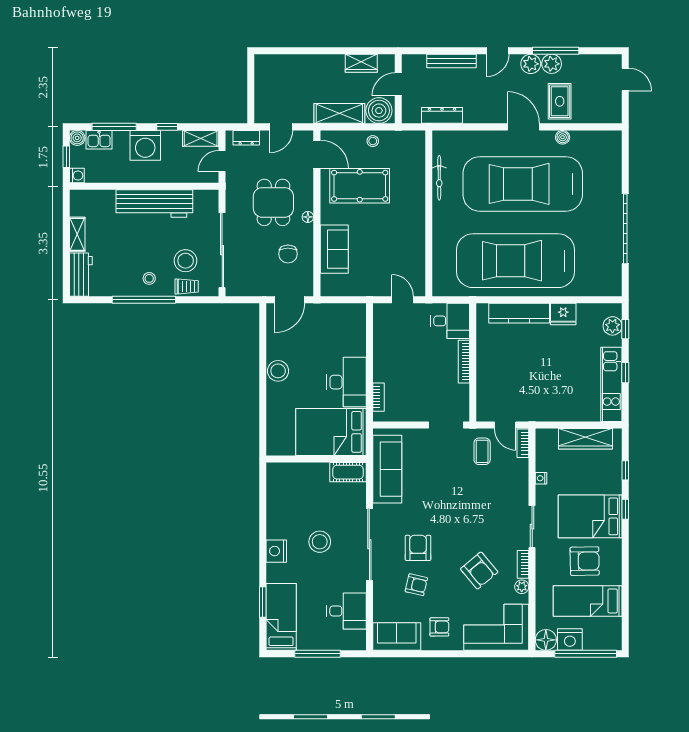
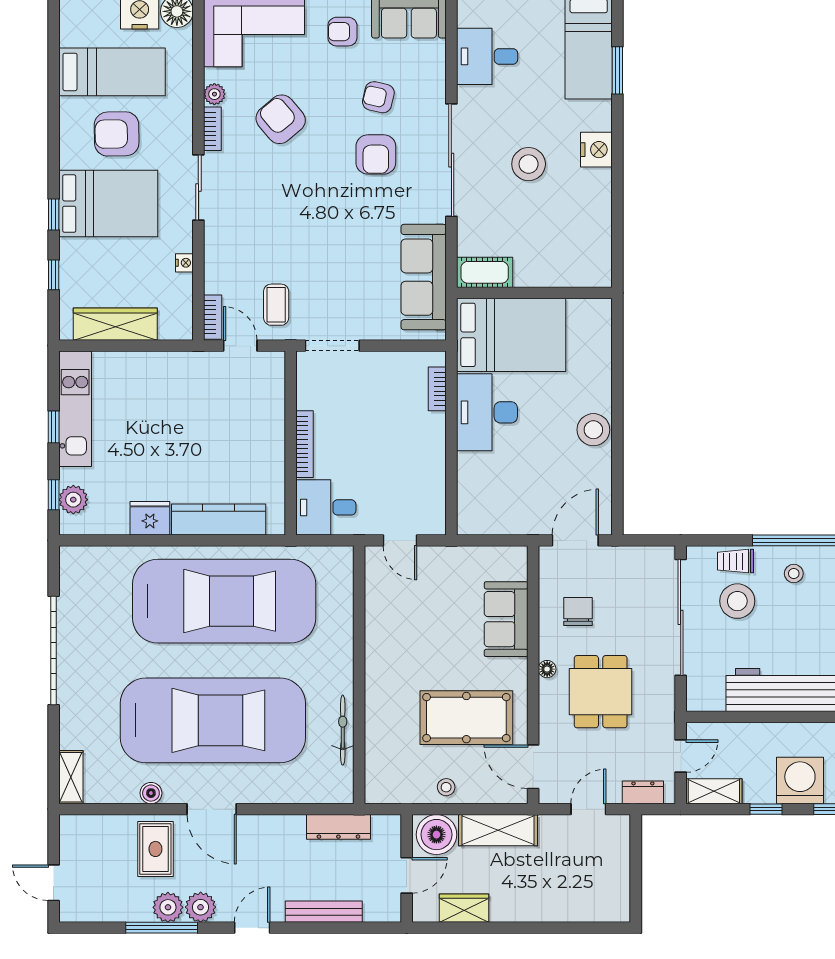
shelving: (614, 147) -> (71, 777), added

